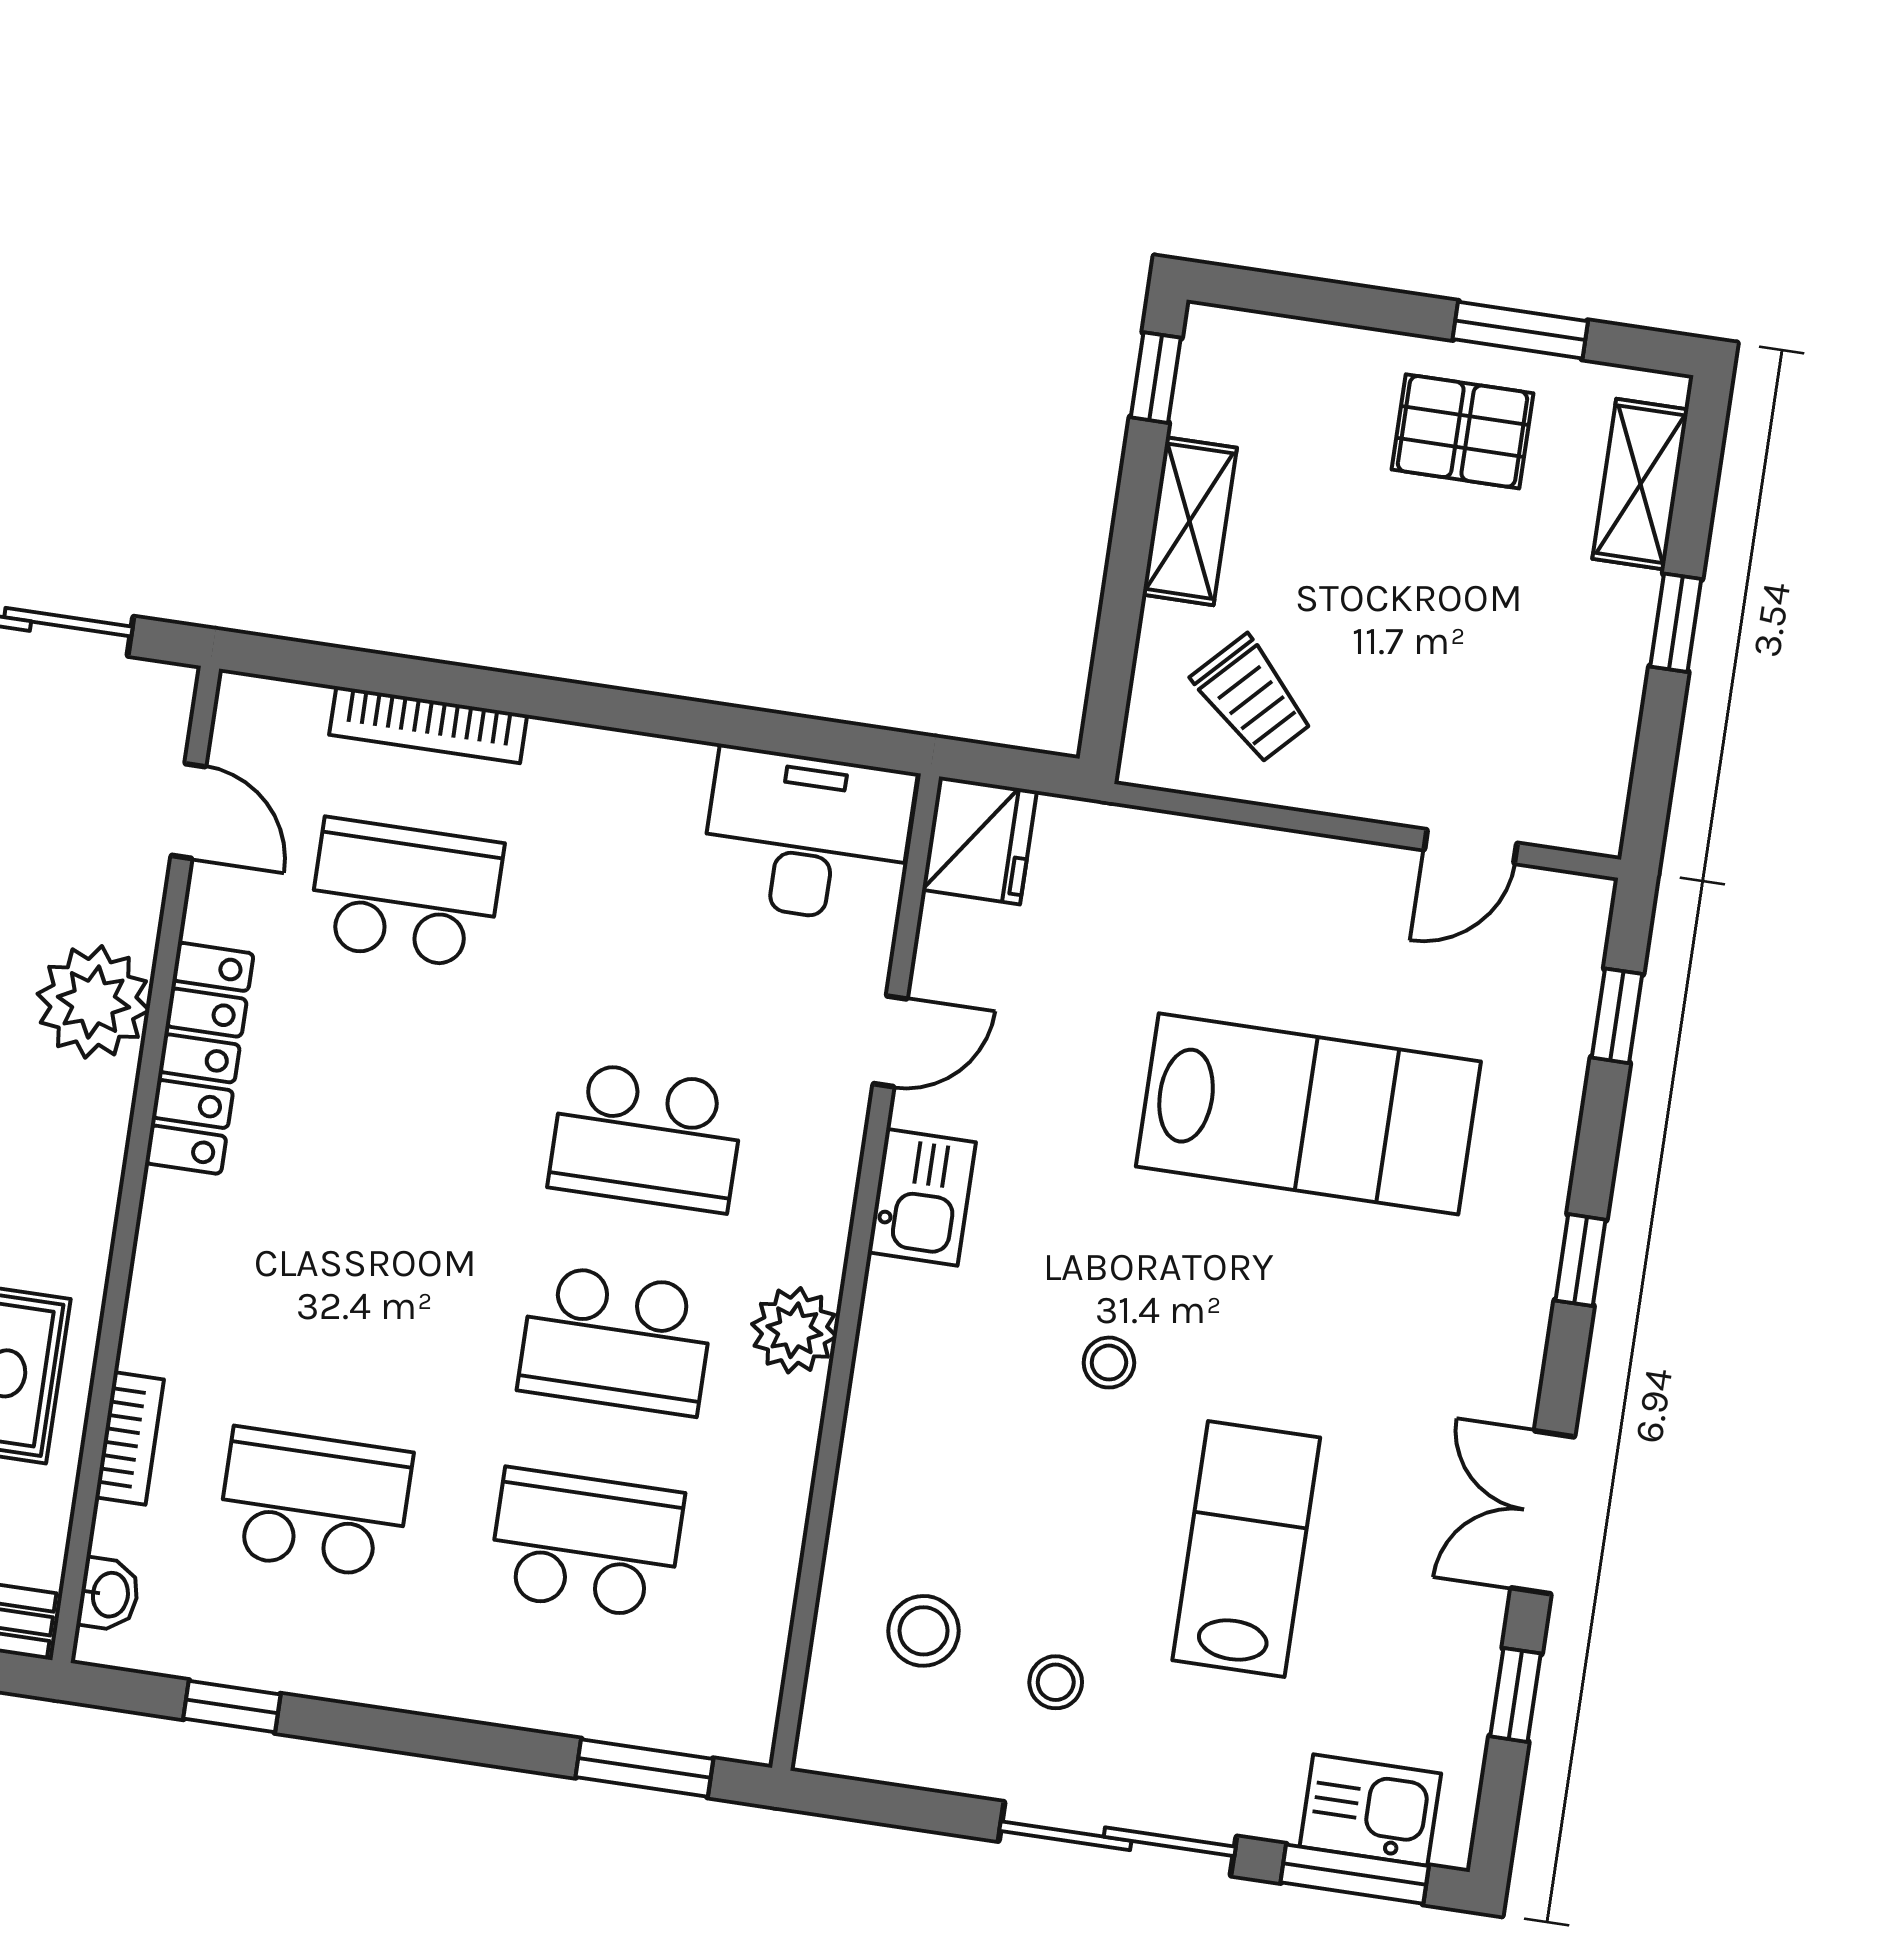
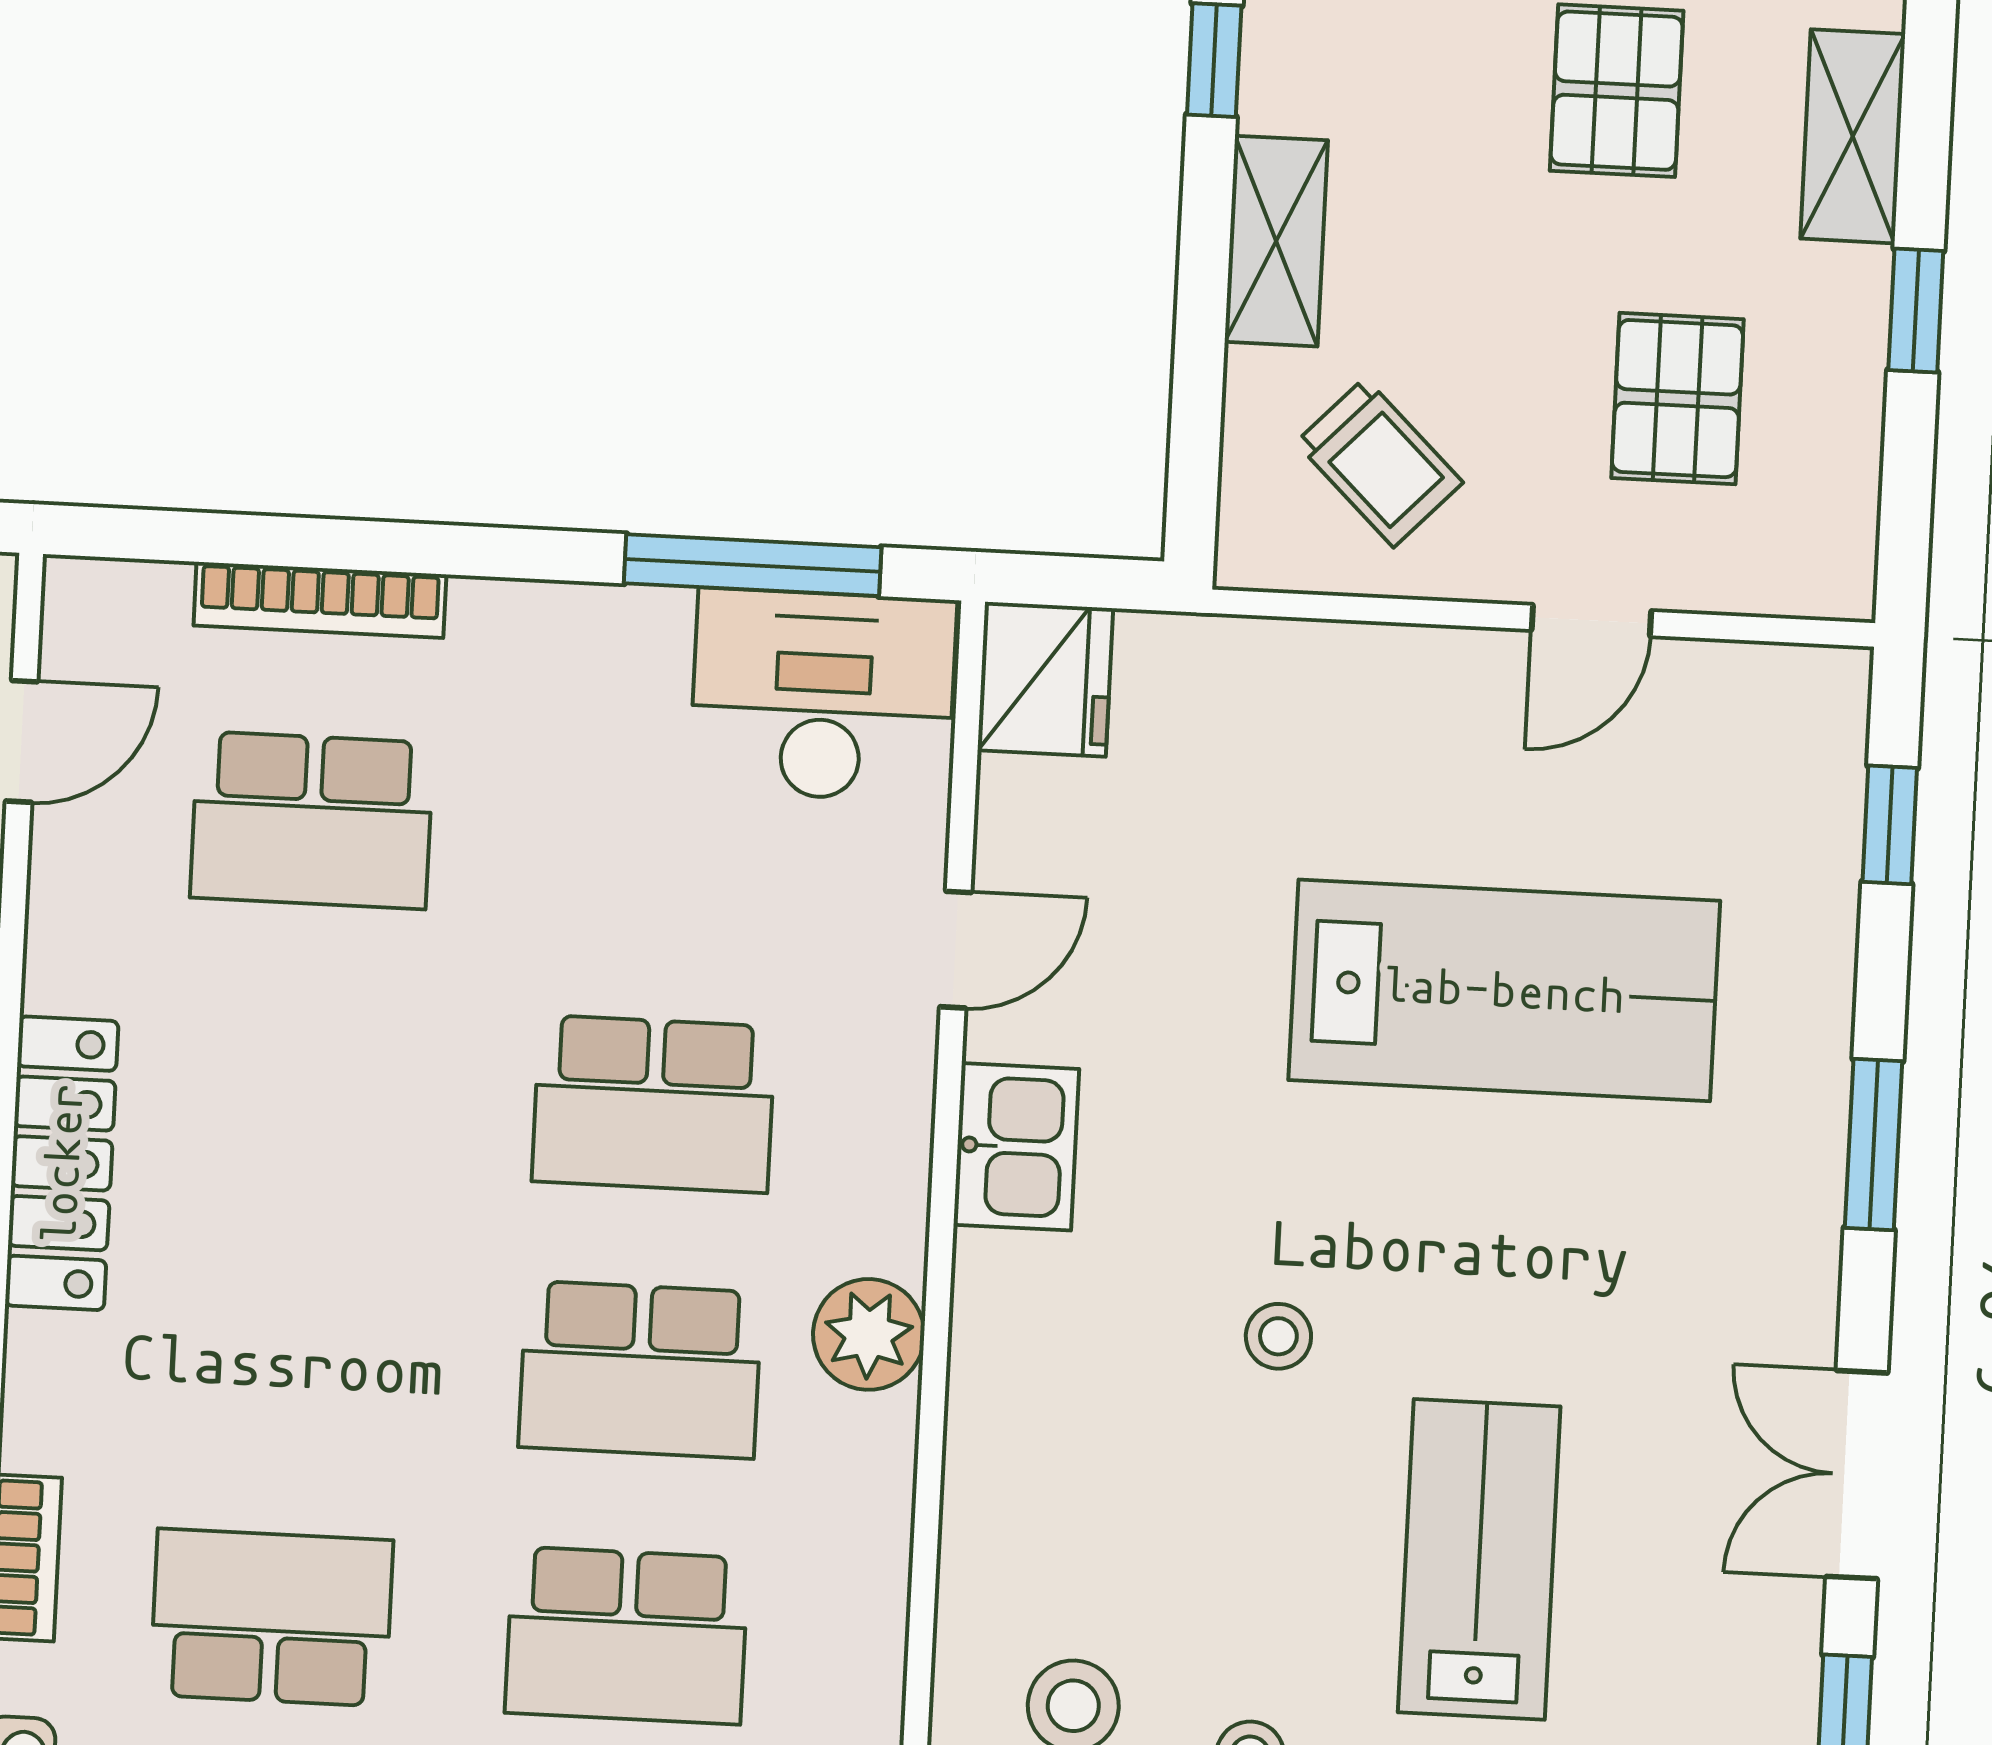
pallet: (1462, 431) -> (1617, 91), turned 90
pallet: (1486, 672) -> (1677, 399), added
window: (763, 731) -> (753, 565), added
door: (188, 811) -> (22, 741), hinge flipped
door: (1471, 846) -> (1591, 621), moved
school desk: (405, 893) -> (312, 820), turned 180
locker: (199, 1058) -> (62, 1163), moved
window: (1580, 1260) -> (1874, 1145), width x1.50
school desk: (586, 1543) -> (627, 1635), turned 180

